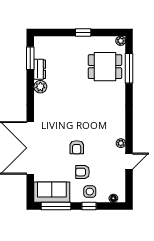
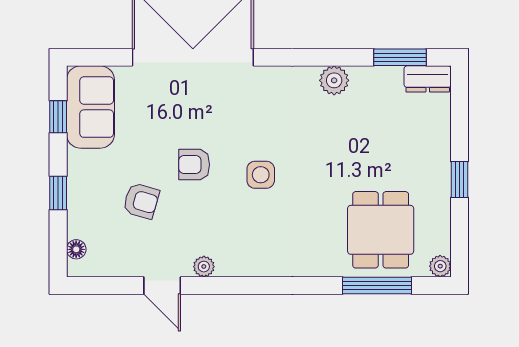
dresser: (40, 69) -> (428, 79), moved
armchair: (82, 172) -> (141, 201), moved, turned 106
side table: (90, 192) -> (261, 175), moved
window: (56, 206) -> (58, 117), width x0.46

